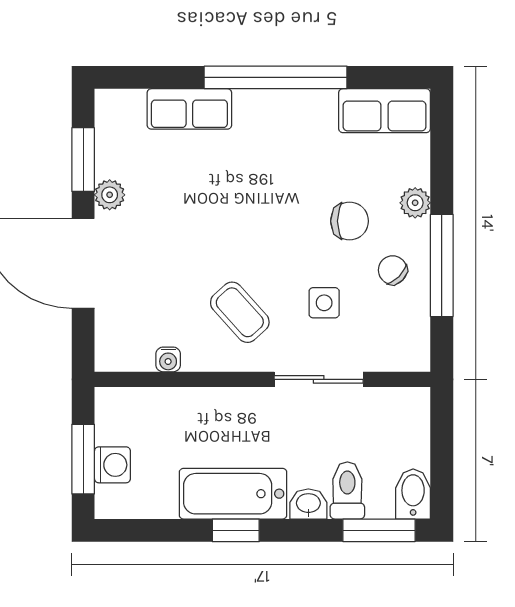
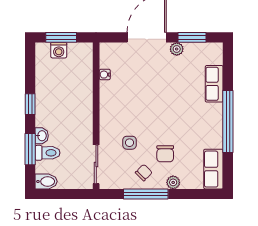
coffee table: (240, 312) -> (125, 106), removed
sliding door: (319, 379) -> (96, 164), moved
bathtub: (233, 494) -> (46, 103), removed
window: (379, 530) -> (30, 149), moved

